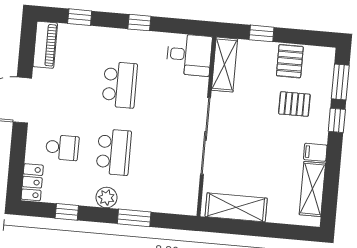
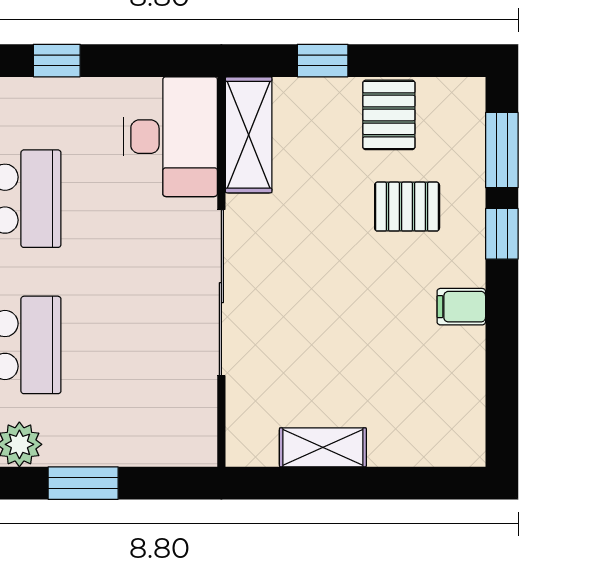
desk: (189, 55) -> (170, 137), width x1.37
shelving: (312, 189) -> (462, 386), removed
shelving: (236, 207) -> (323, 447), width x0.67, depth x0.75

